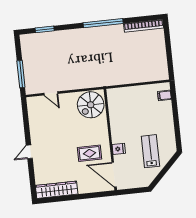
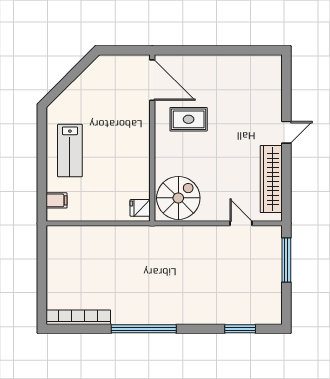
fridge: (119, 149) -> (140, 208), moved
lab bench: (150, 151) -> (70, 151), moved
wardrobe: (57, 190) -> (271, 179), moved, turned 90

